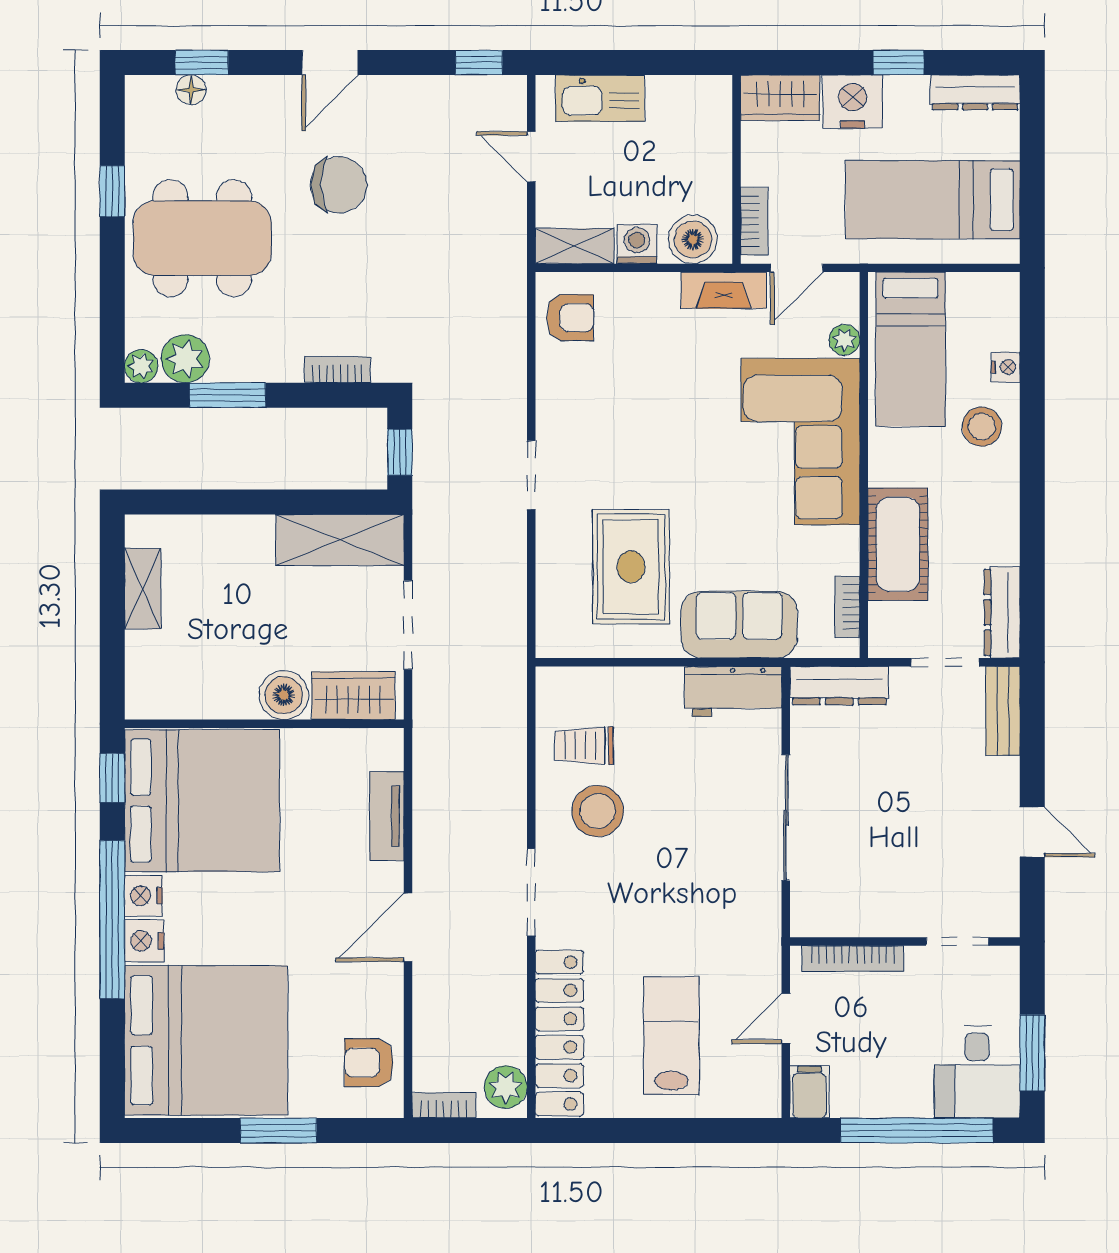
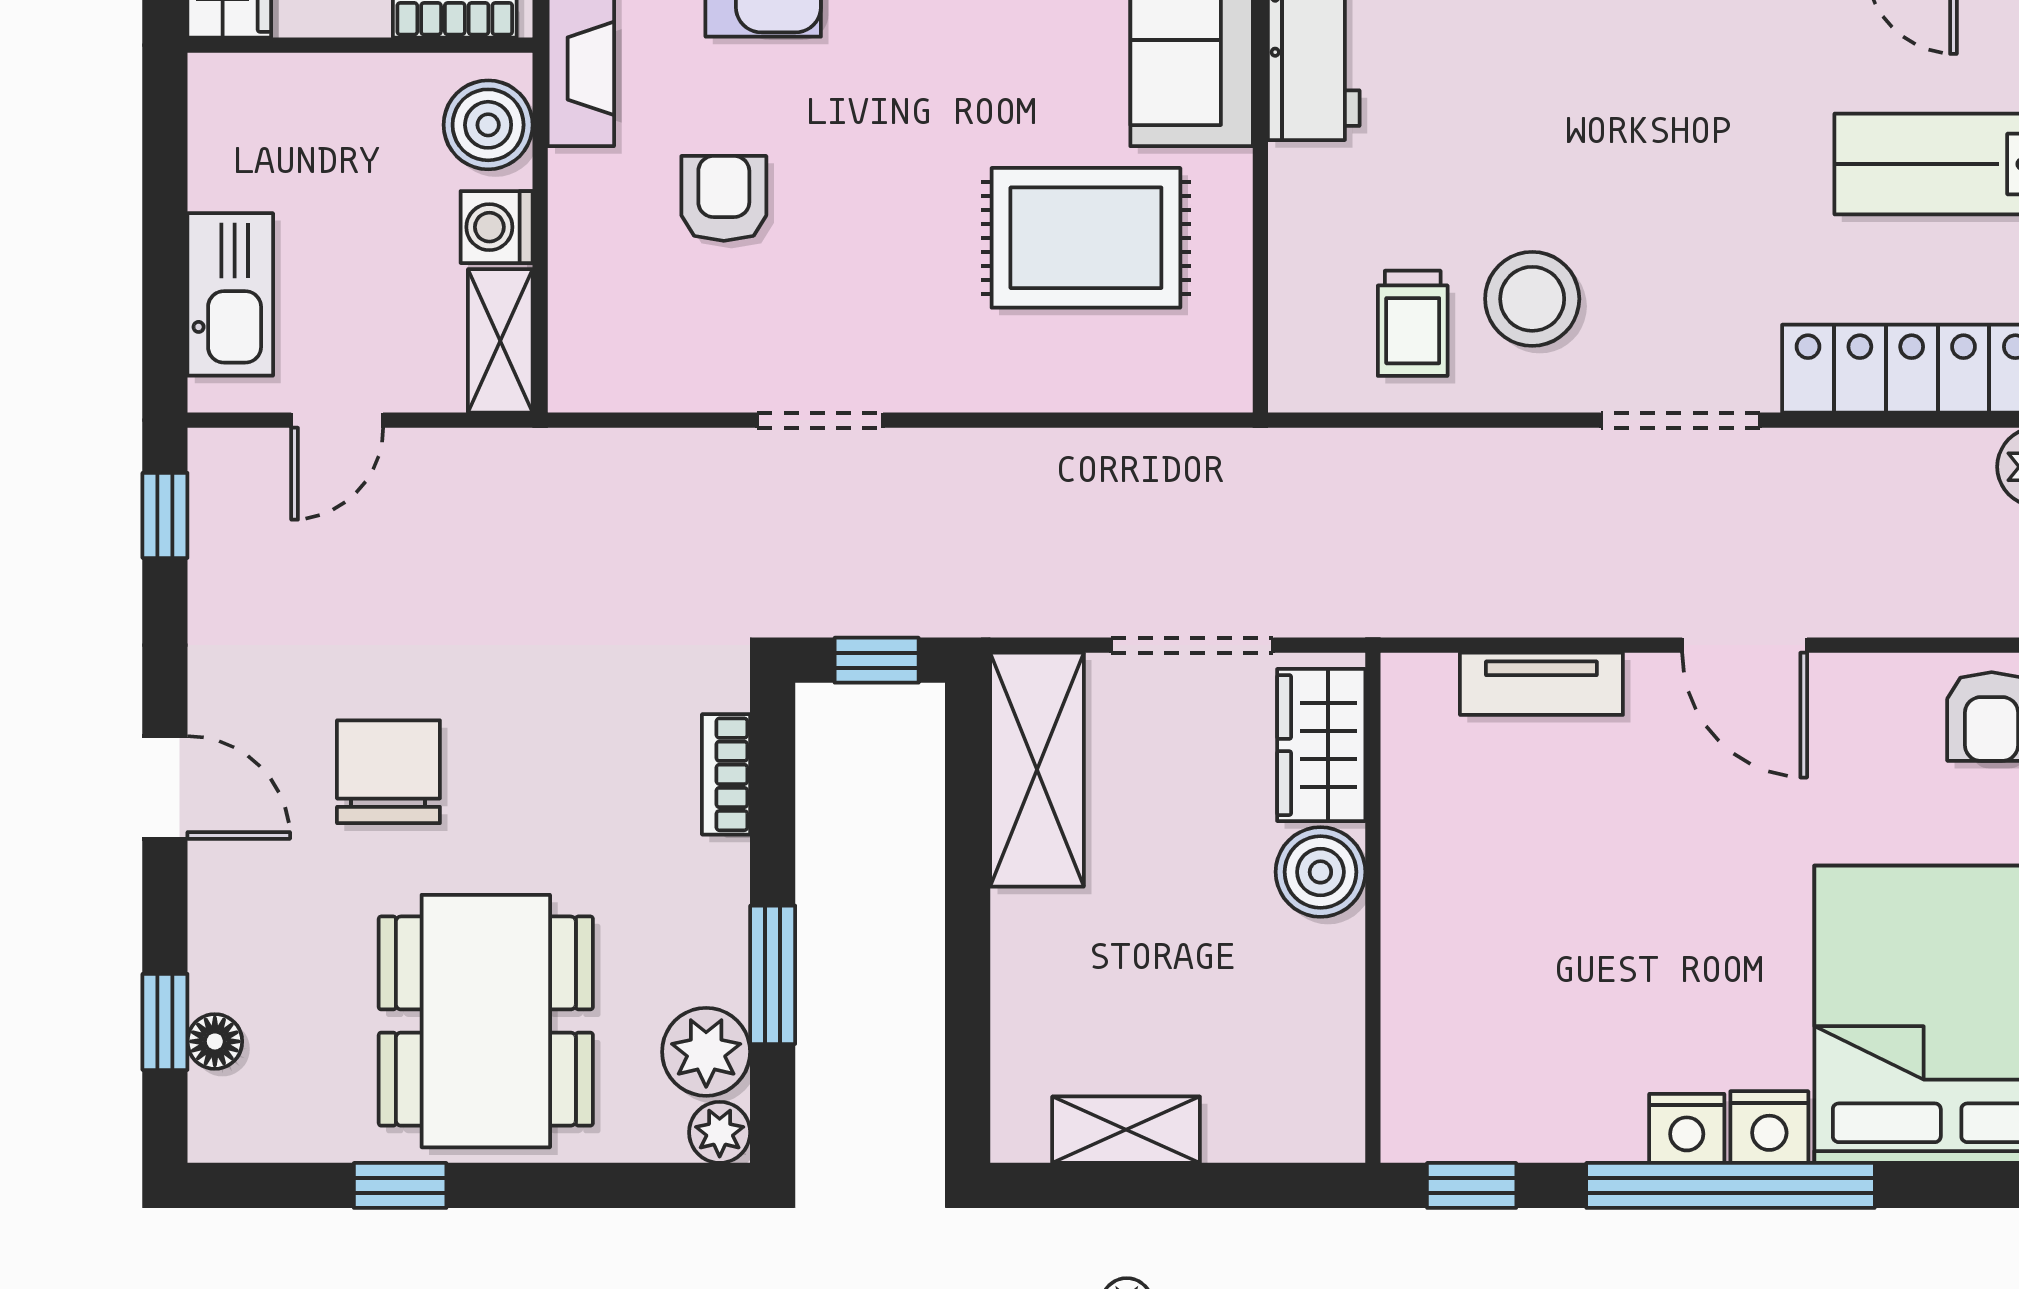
armchair: (570, 318) -> (724, 198), moved
doorway: (531, 475) -> (820, 420), moved
bed: (202, 801) -> (1513, 1021), removed

